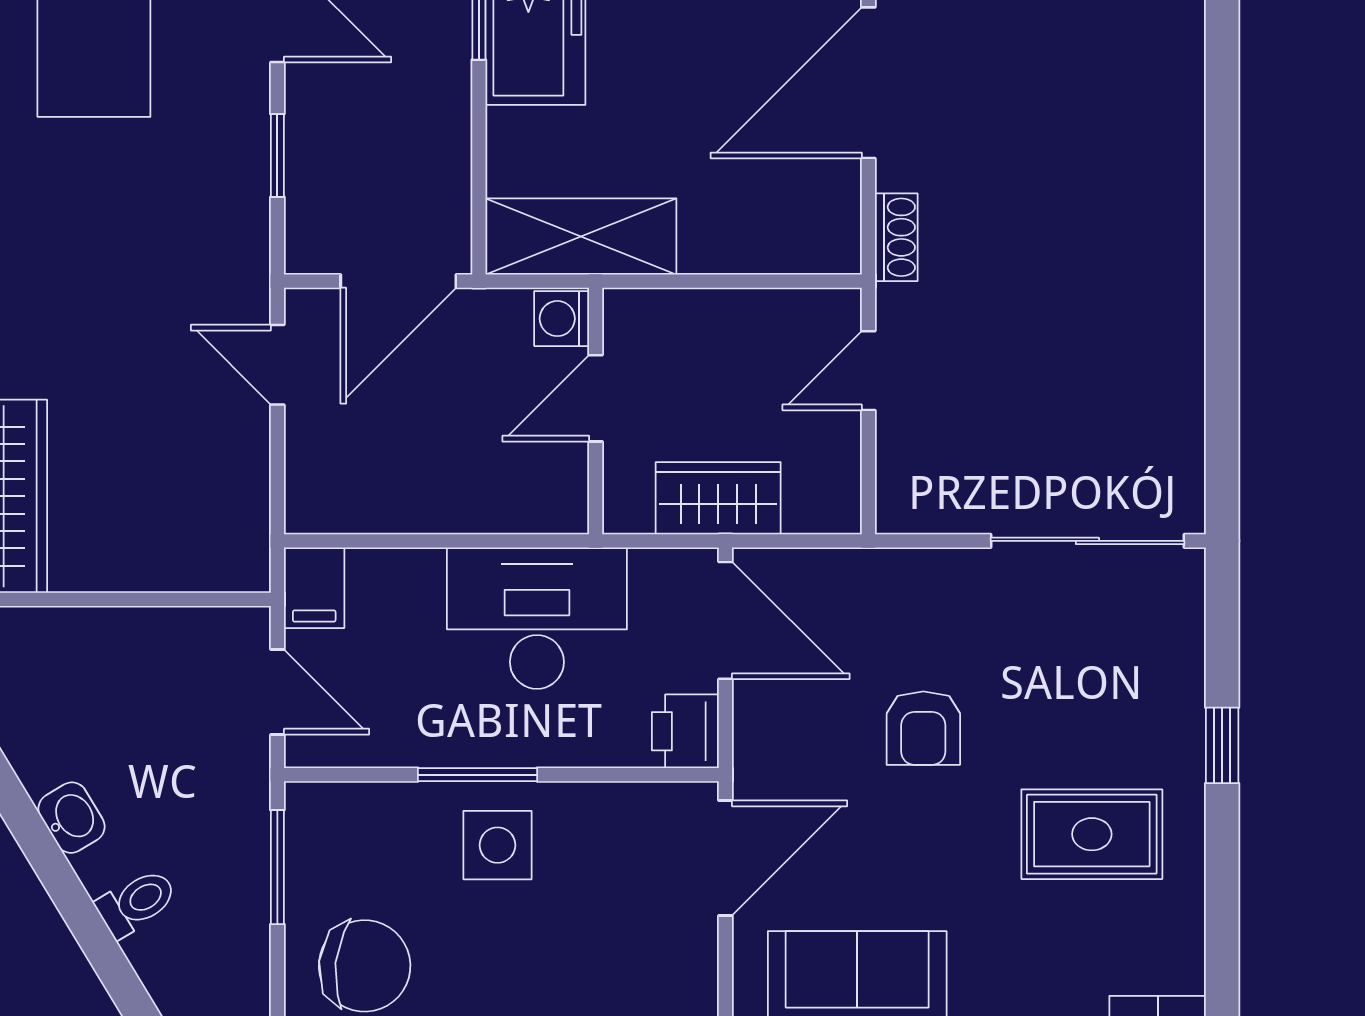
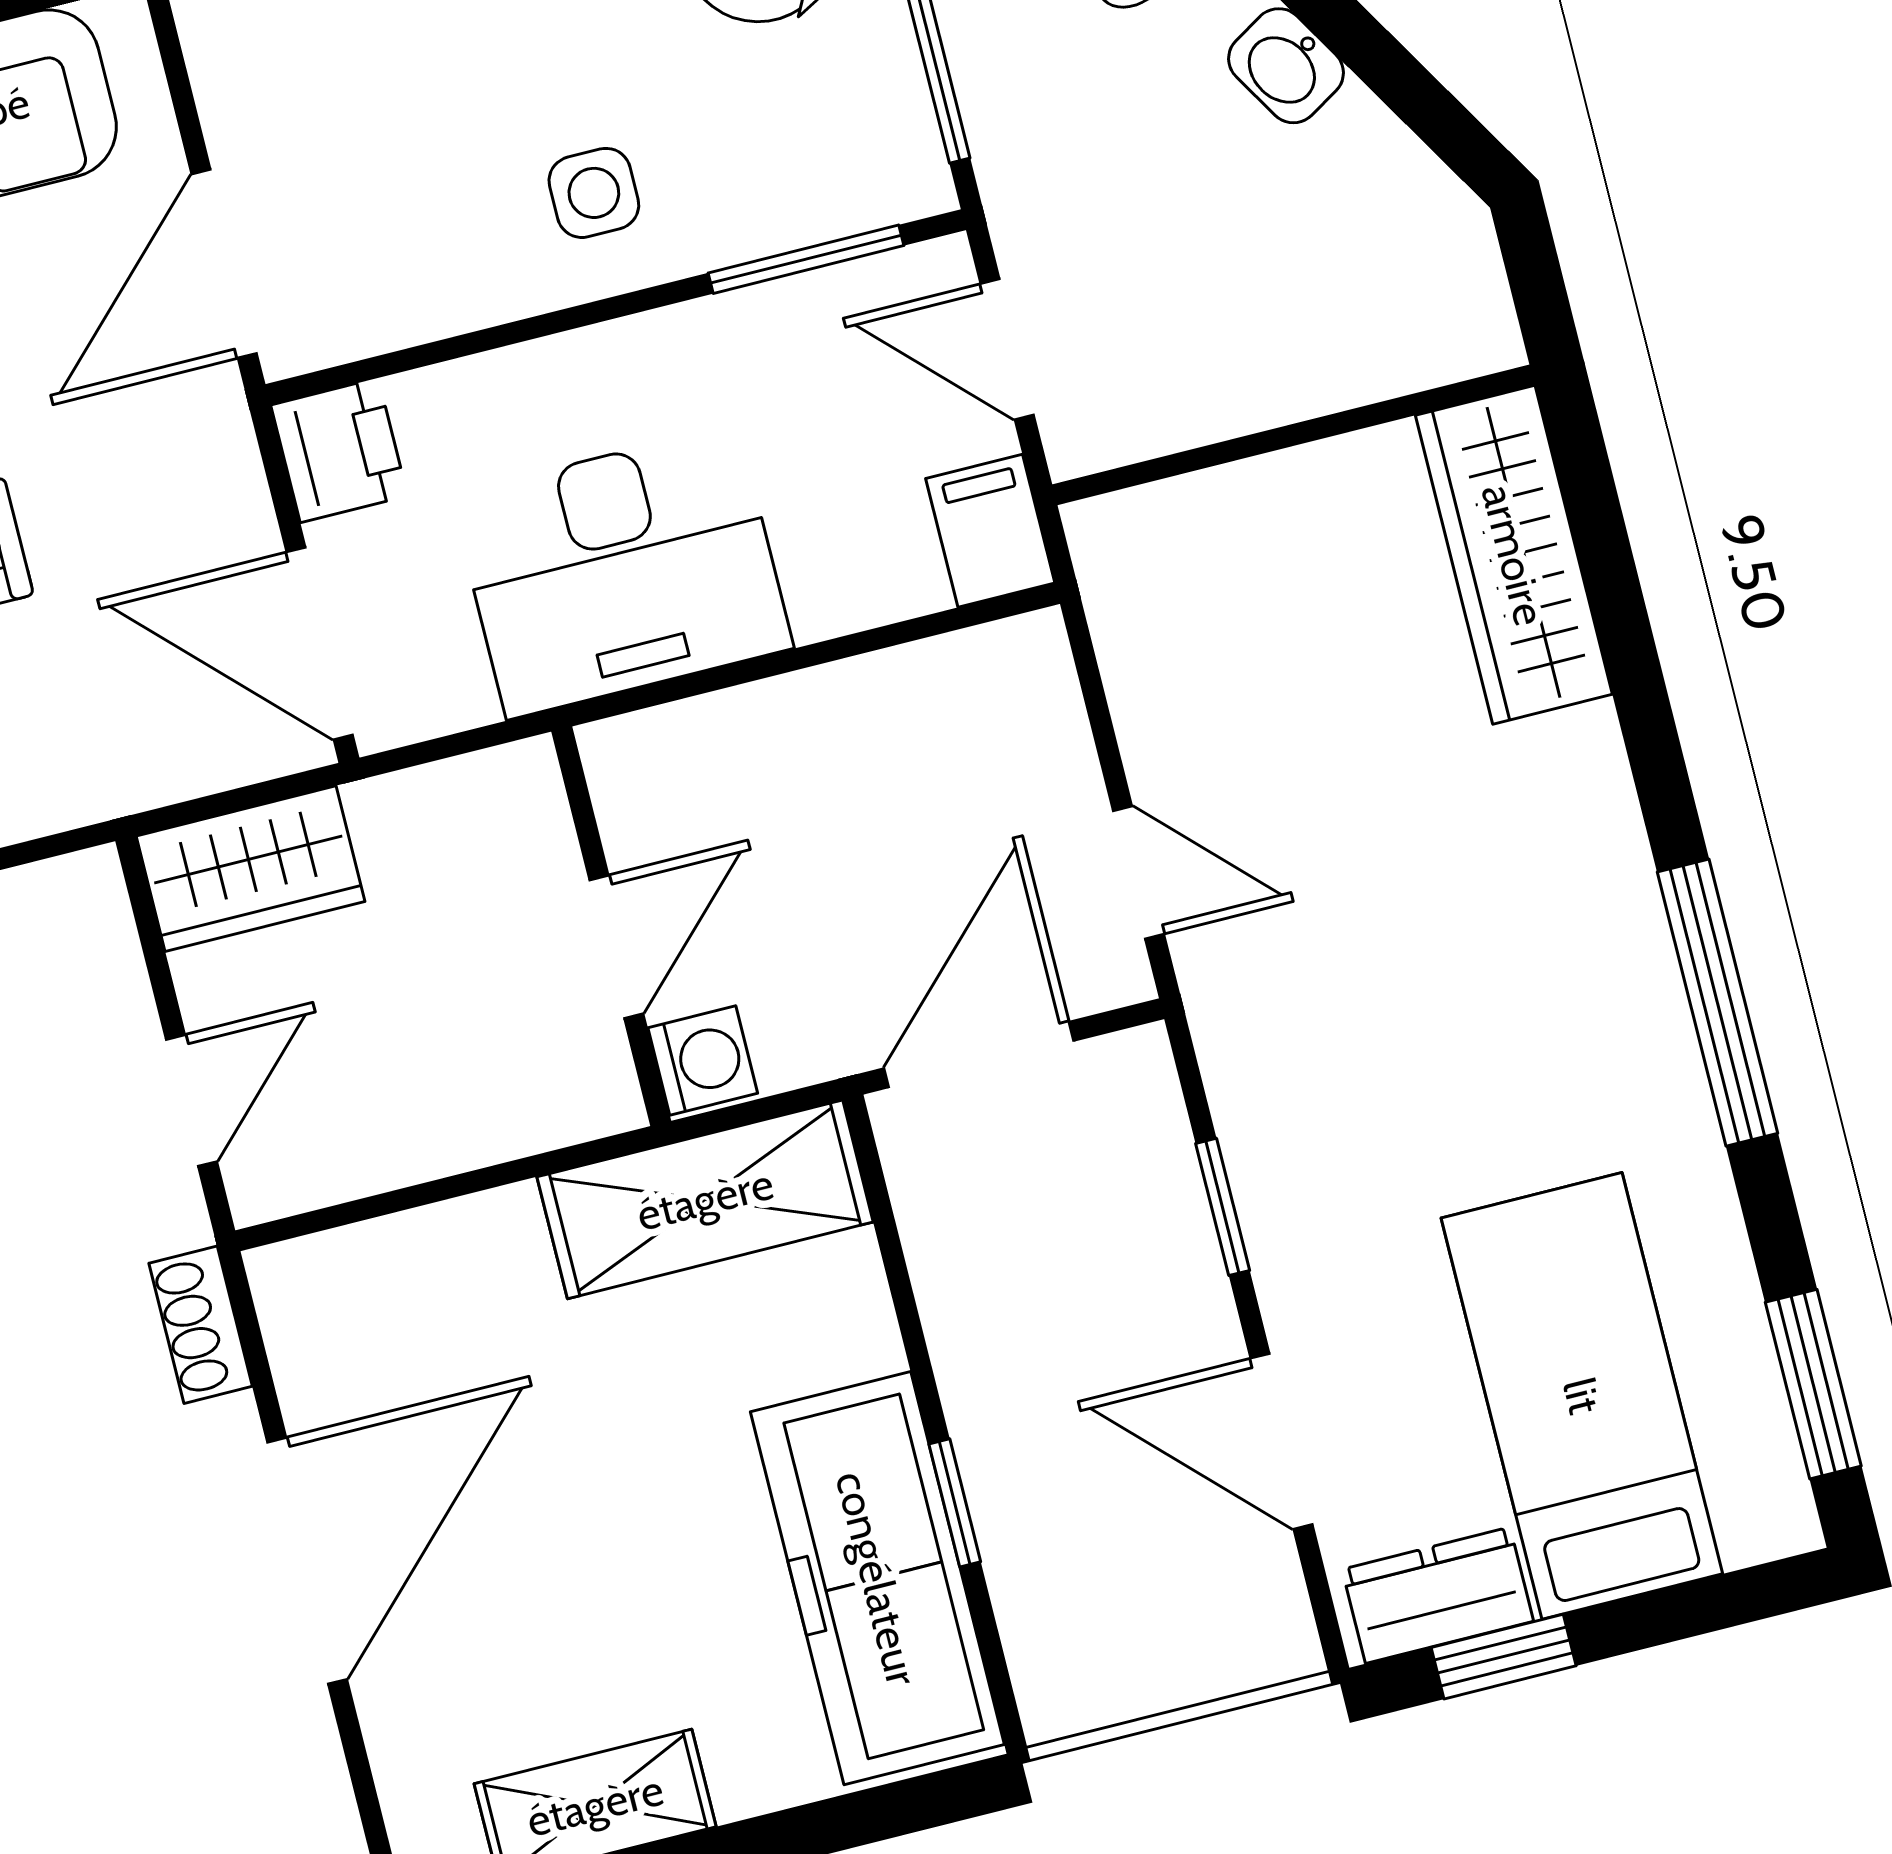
wardrobe: (718, 498) -> (251, 869), moved
window: (478, 775) -> (806, 259), moved
side table: (498, 845) -> (594, 193), width x0.73, depth x0.73

